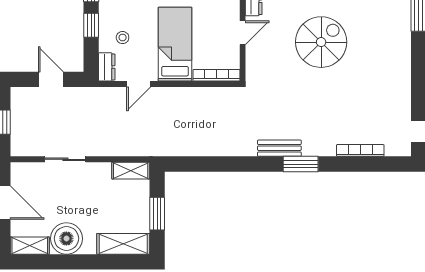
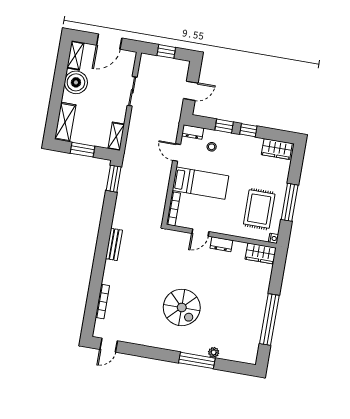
door: (243, 33) -> (200, 233), hinge flipped
spiral stairs: (321, 42) -> (182, 307), moved
window: (301, 164) -> (114, 179), moved

